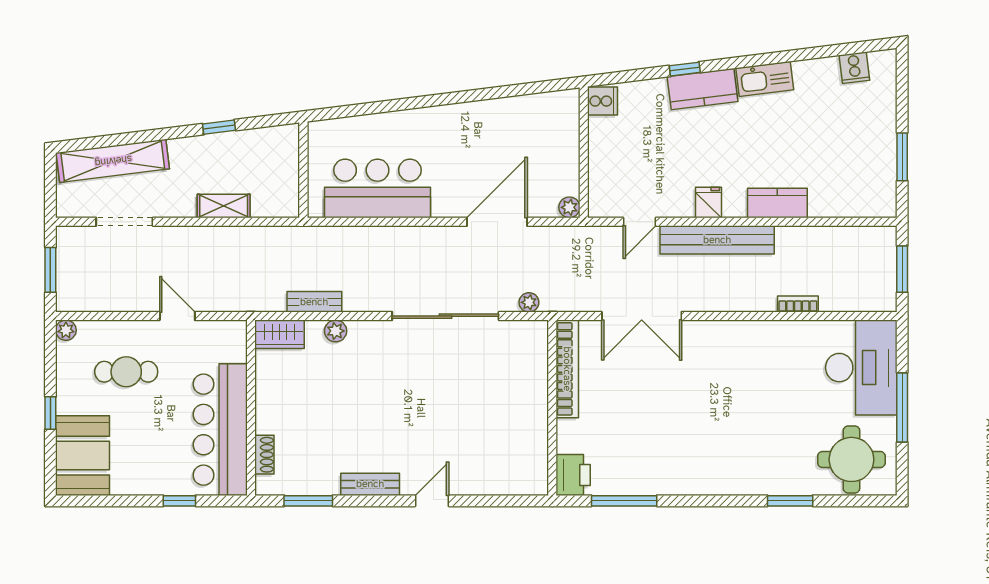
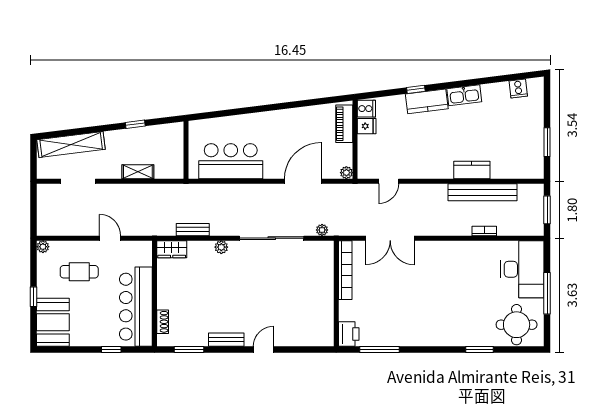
piano: (566, 126) -> (344, 124), added
fridge: (708, 202) -> (367, 126), moved, turned 90
bench: (717, 240) -> (483, 192), moved
window: (50, 270) -> (34, 210), removed
plant: (336, 331) -> (221, 247), moved

